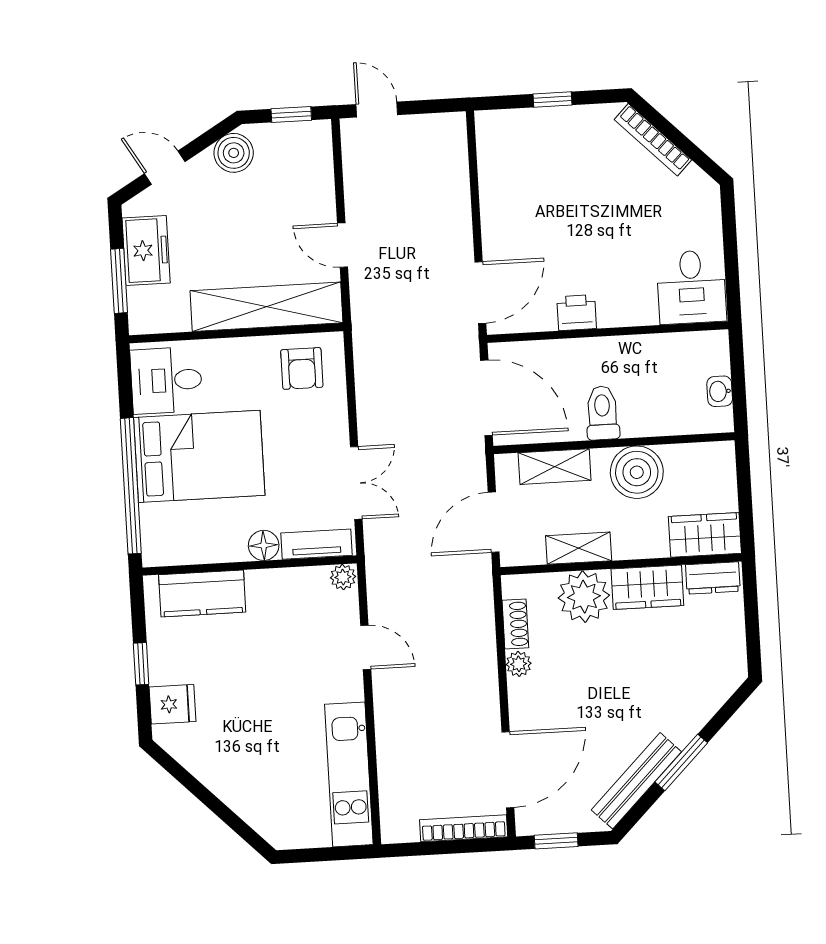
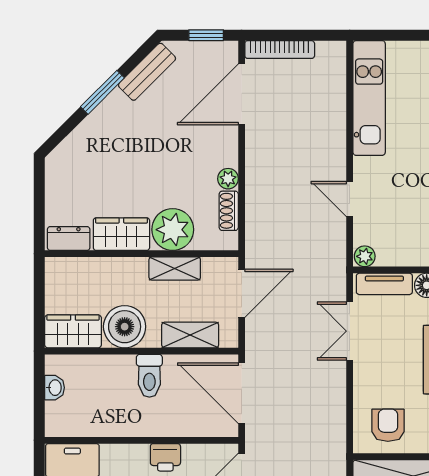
wardrobe: (705, 535) -> (73, 331), moved, turned 180
bench: (636, 781) -> (147, 72), width x0.73

